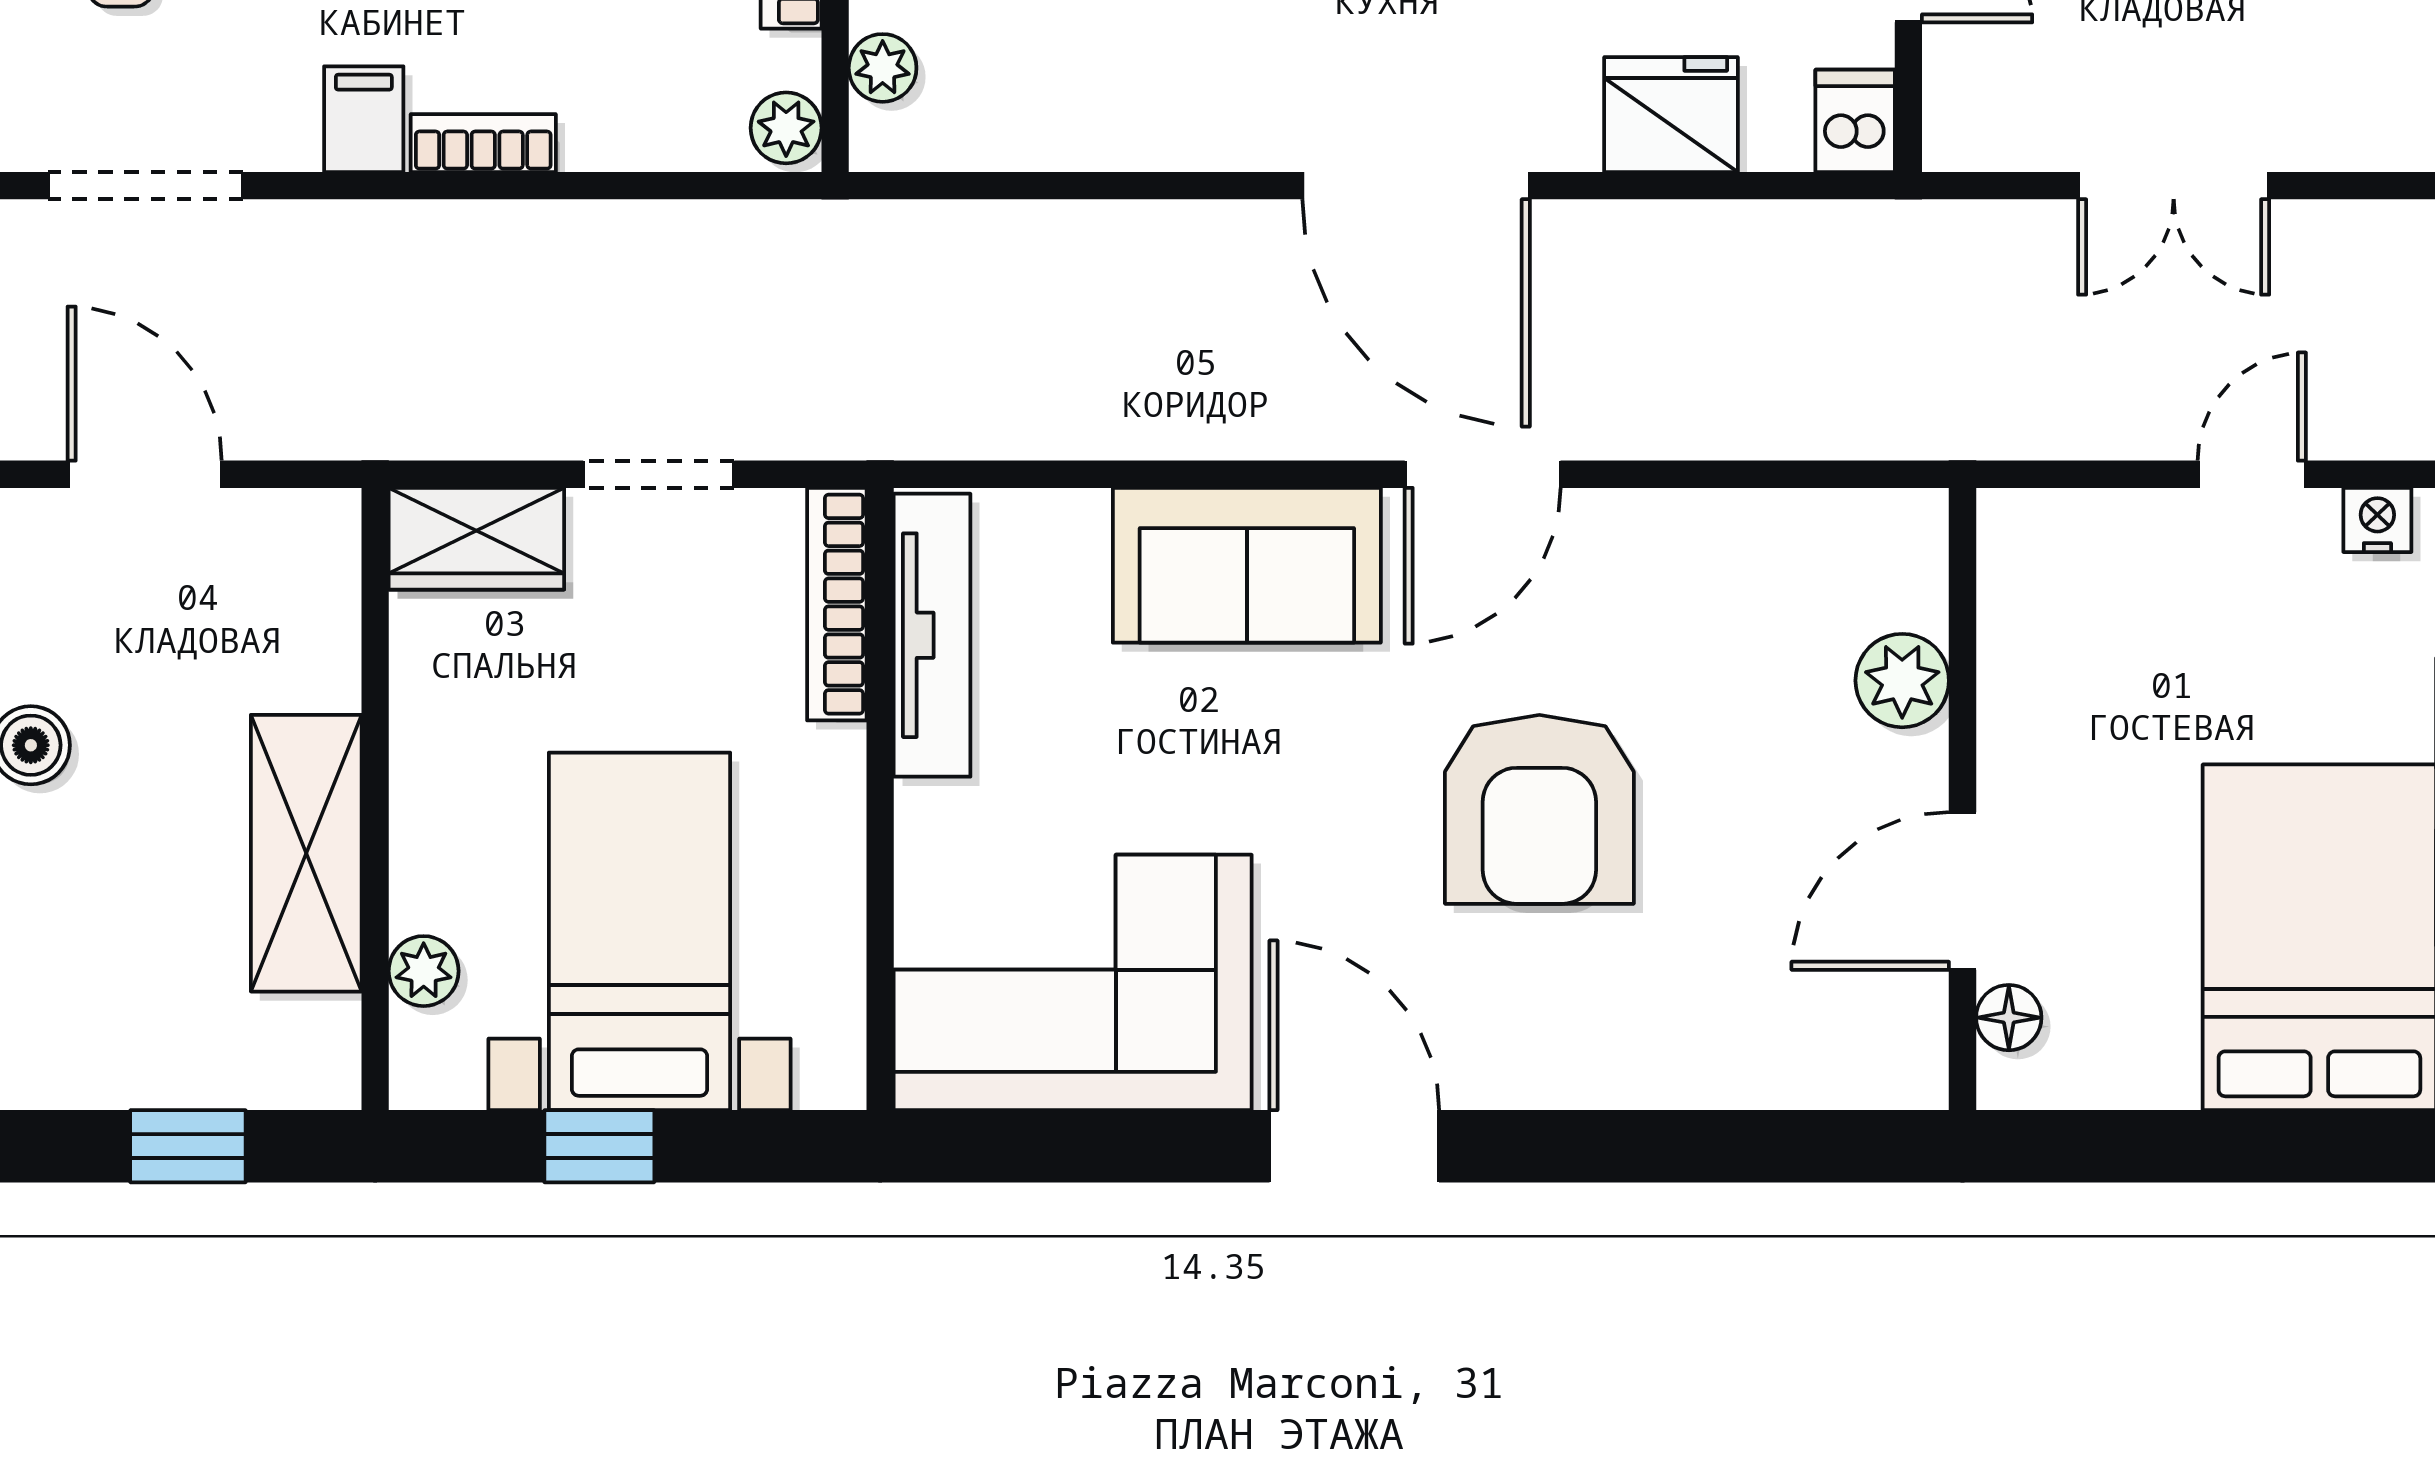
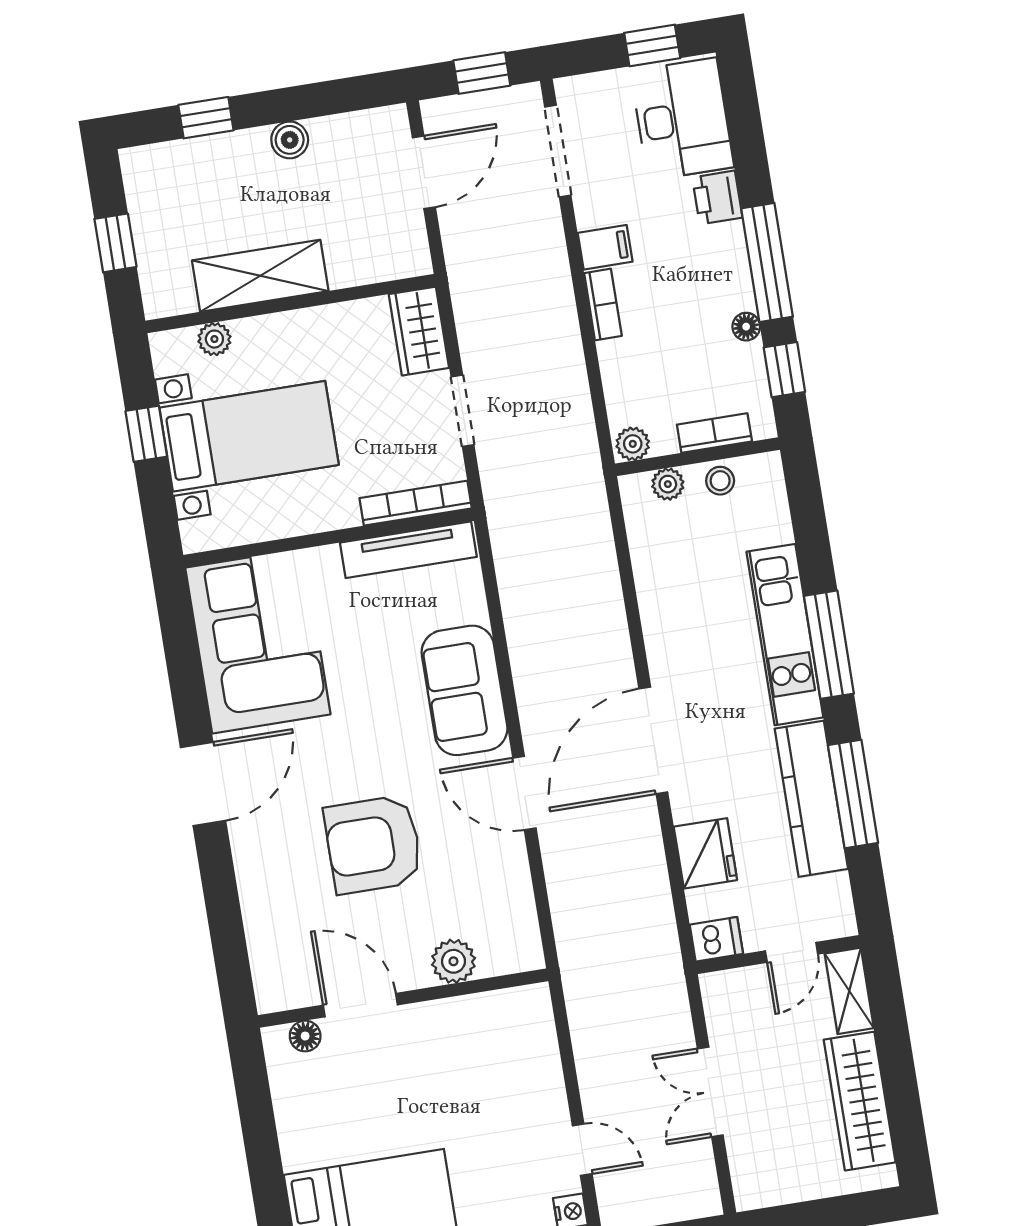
plant: (1902, 681) -> (453, 961), moved
wall: (1963, 799) -> (403, 998), moved
door: (1963, 891) -> (360, 1005), moved
floor lamp: (2009, 1018) -> (305, 1036), moved

